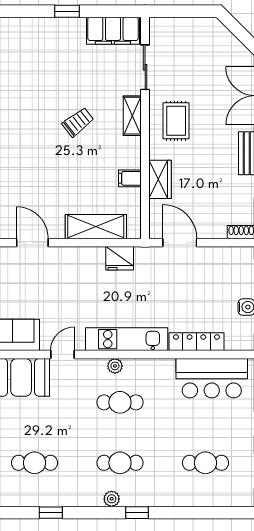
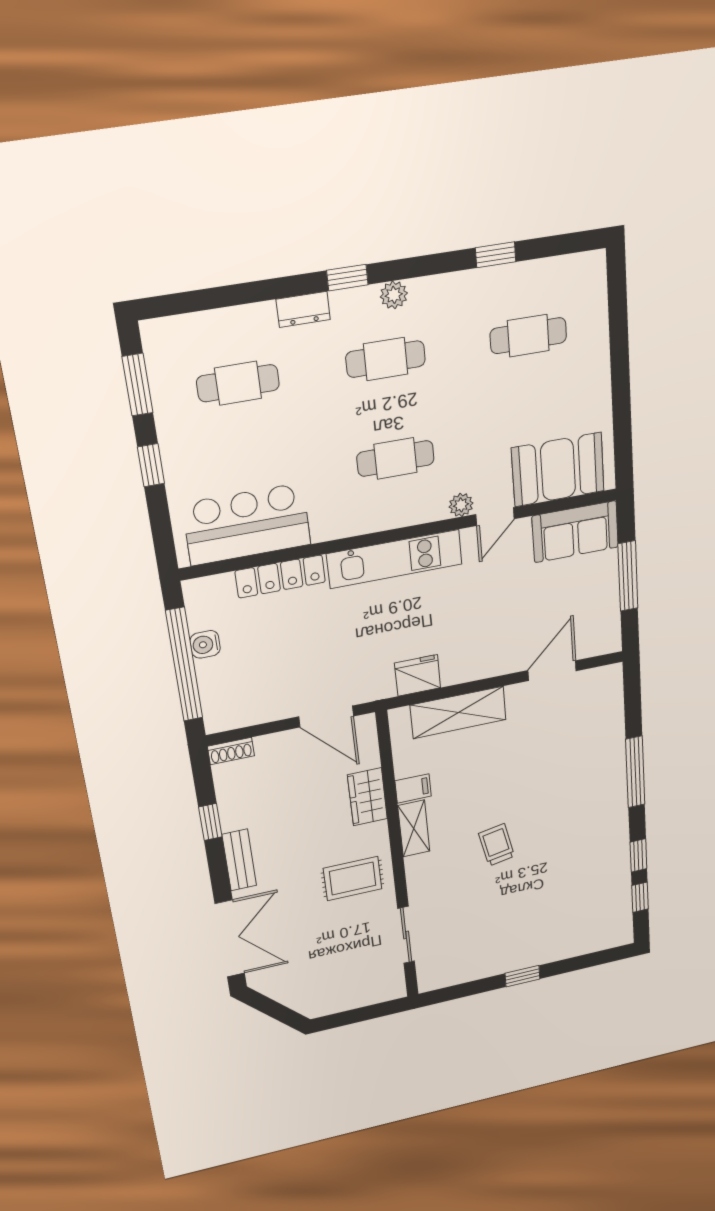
filing cabinet: (113, 31) -> (456, 968), removed
shelving: (132, 116) -> (414, 828), moved
rug: (176, 121) -> (353, 879), turned 90
trolley: (78, 122) -> (497, 845), turned 117
door: (32, 243) -> (552, 671), swing flipped
plant: (115, 366) -> (461, 505), moved
dresser: (164, 499) -> (303, 309), added

